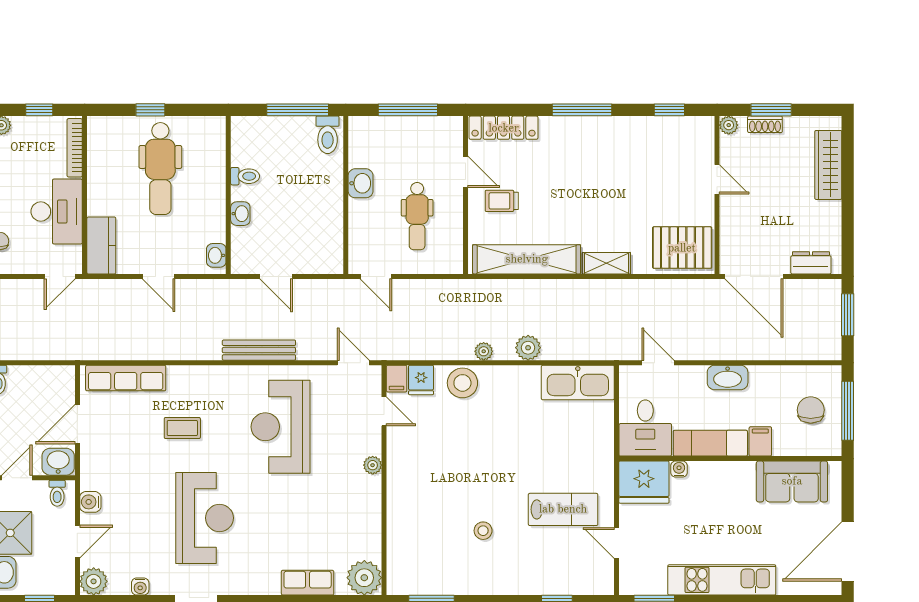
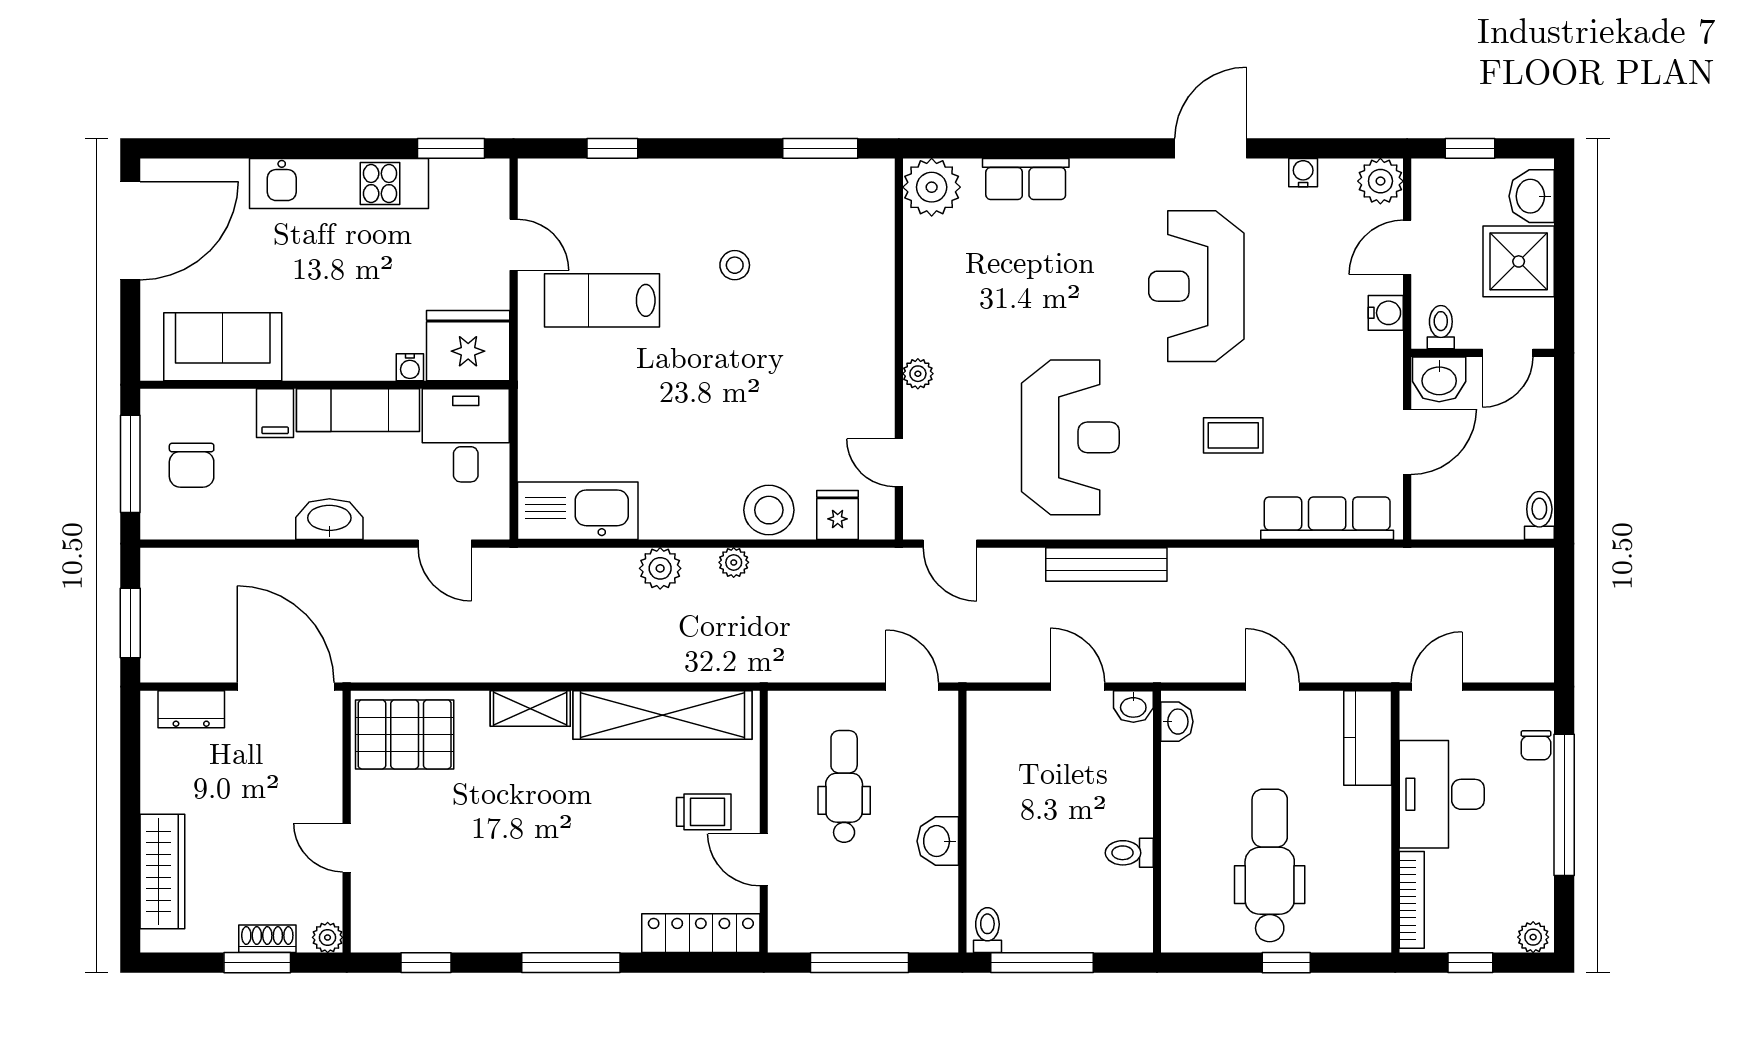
toilet: (328, 135) -> (987, 930), width x0.73, depth x0.72
washbasin: (240, 214) -> (1133, 707), moved, turned -90
filing cabinet: (397, 379) -> (878, 517), removed

